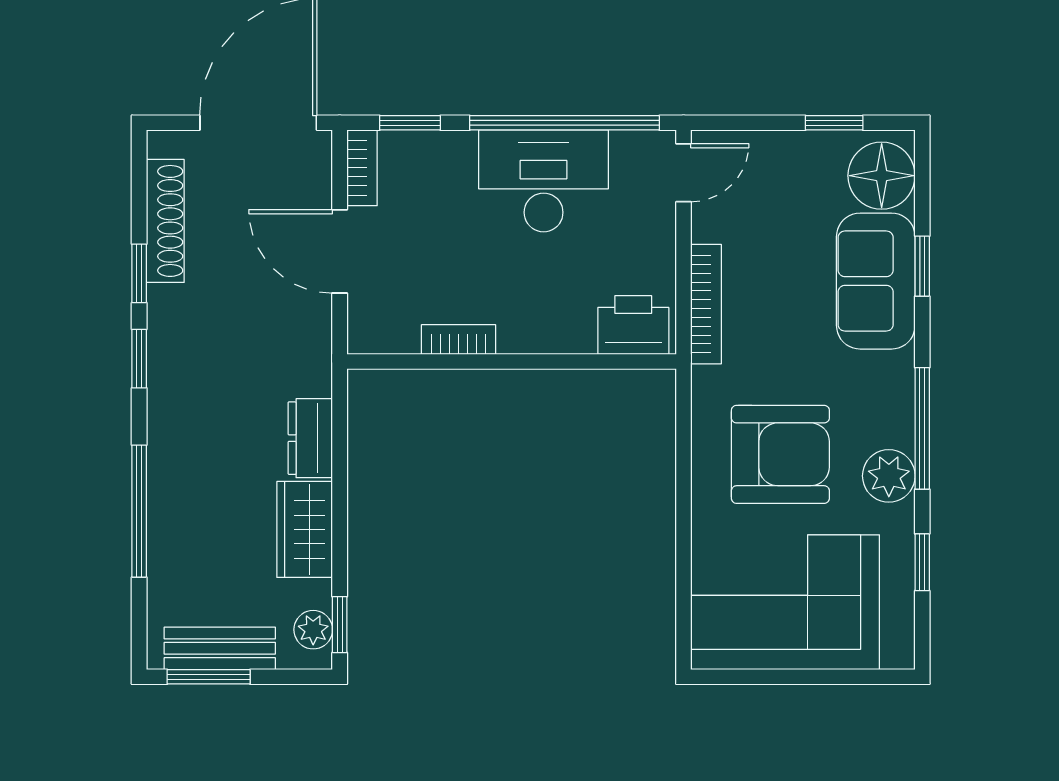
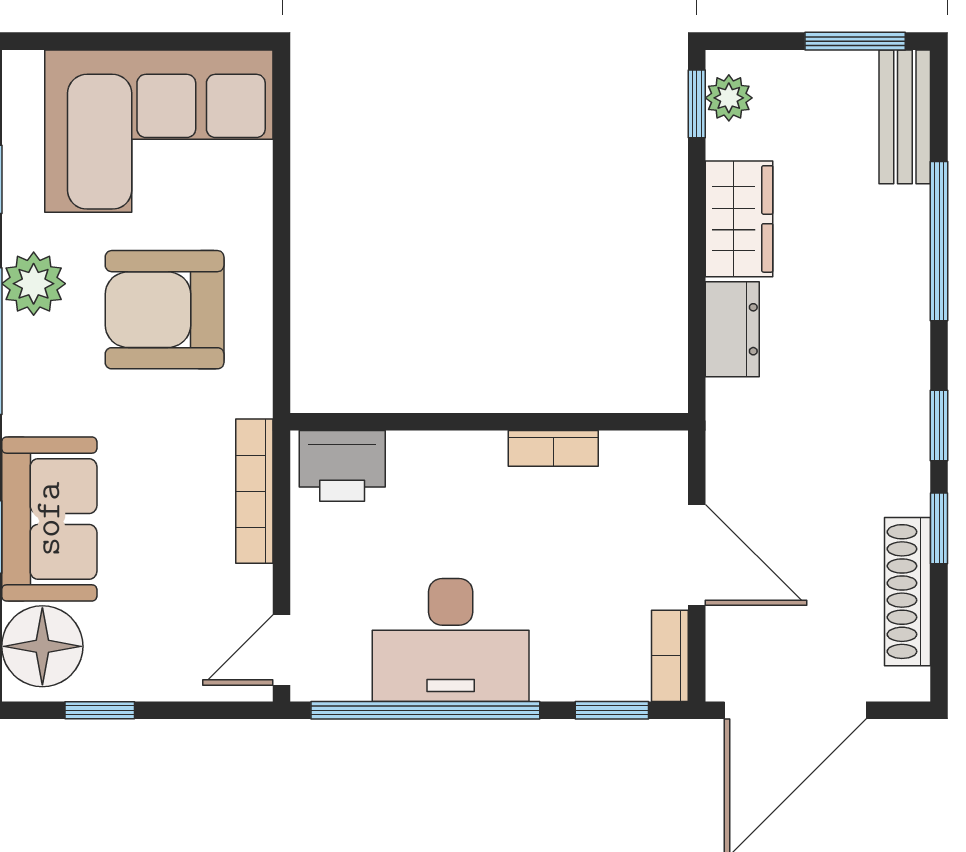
bench: (220, 648) -> (905, 117), moved, turned 90

